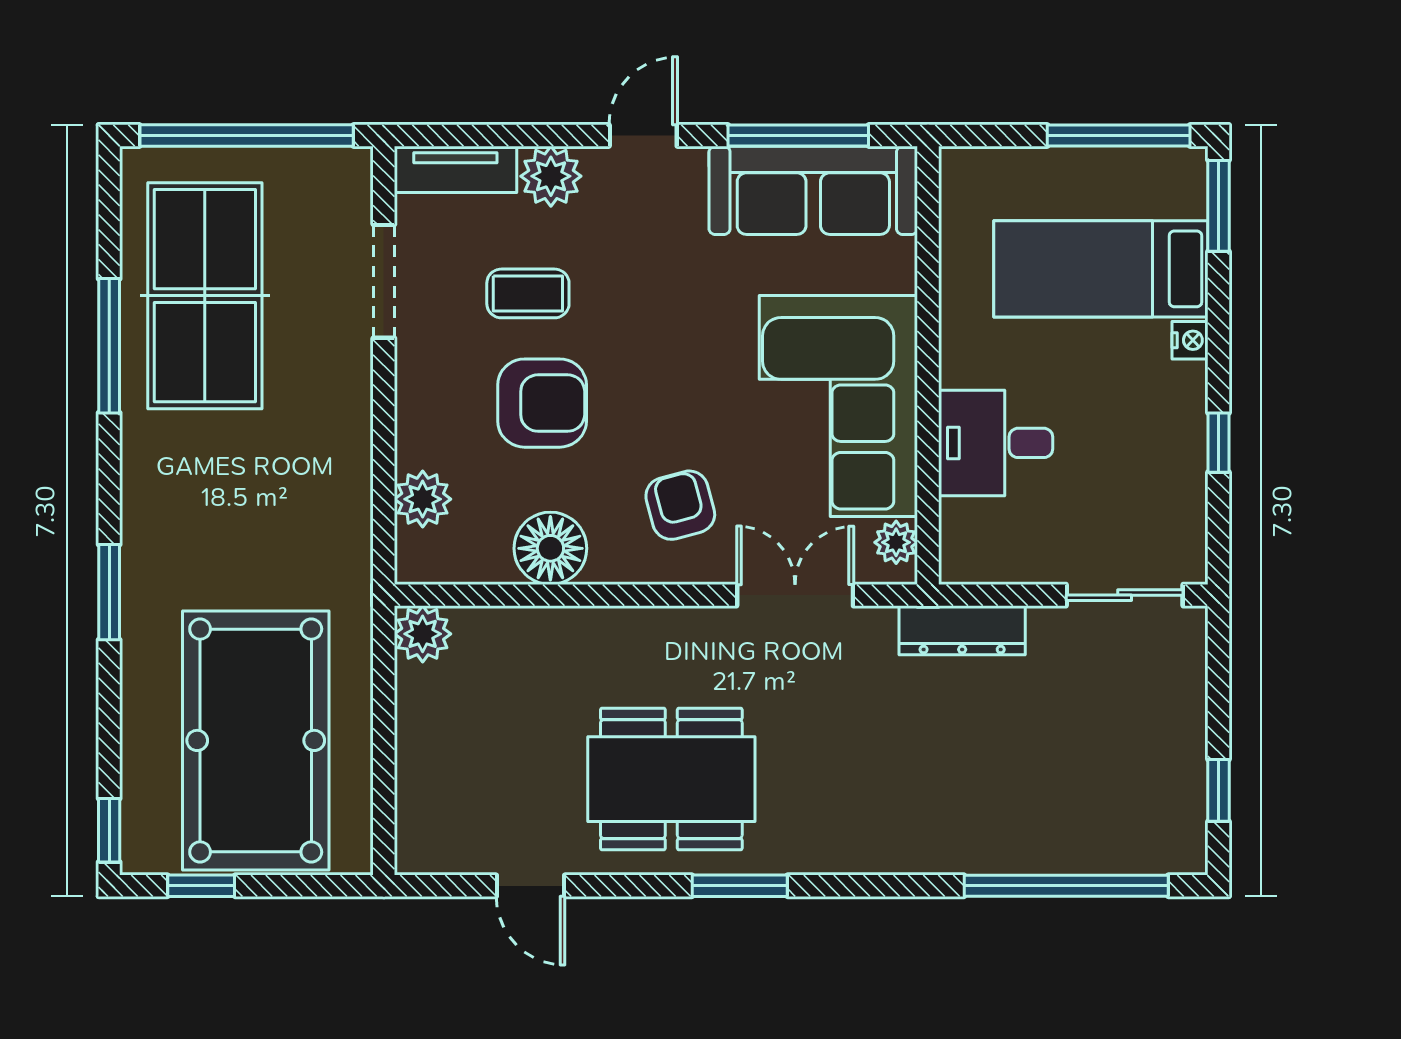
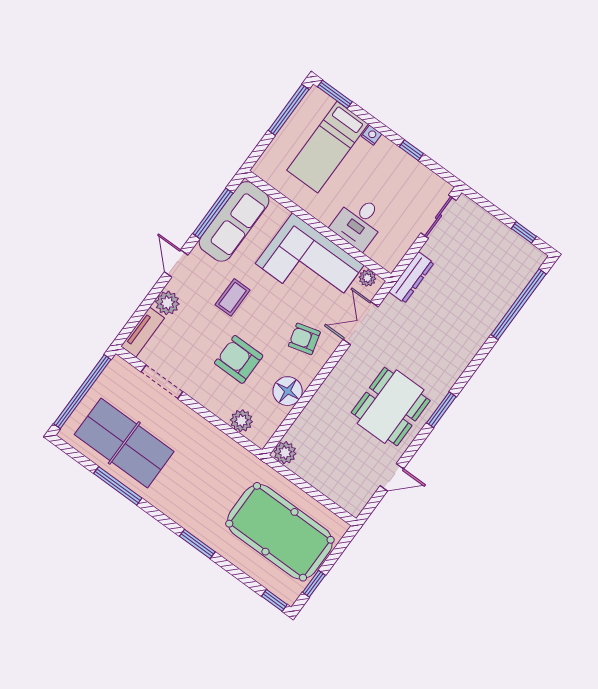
coffee table: (528, 293) -> (233, 297), moved
armchair: (542, 403) -> (239, 359), turned -90

